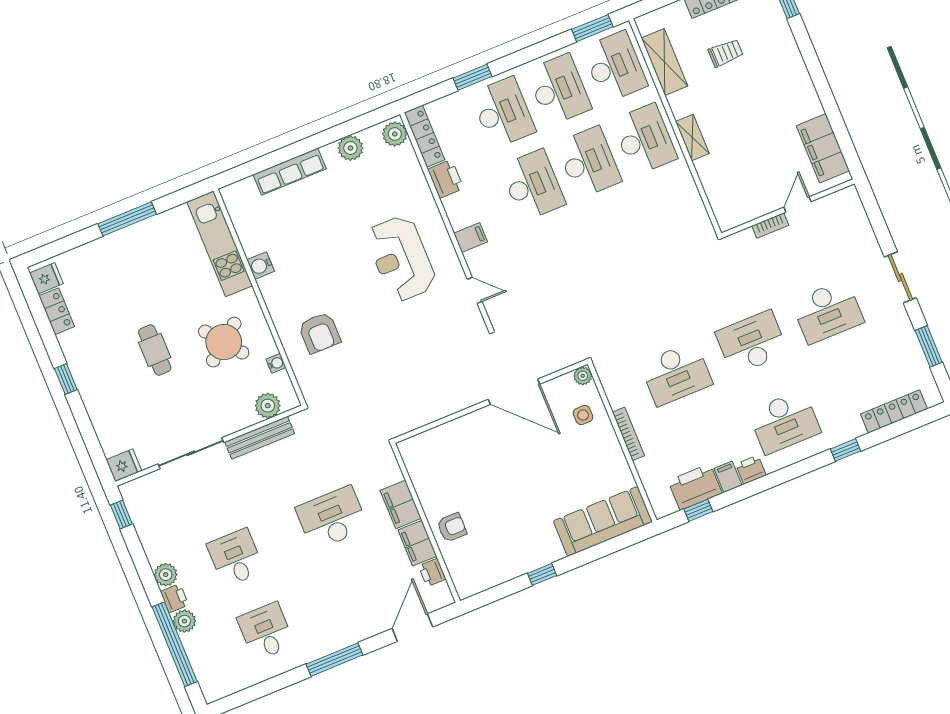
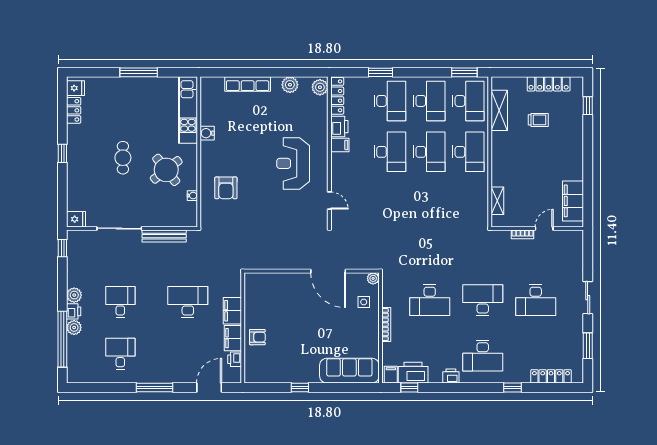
shelving: (692, 138) -> (497, 201), moved
filing cabinet: (471, 238) -> (340, 145), moved
plant: (268, 406) -> (177, 219), removed
filing cabinet: (728, 477) -> (391, 375), moved

